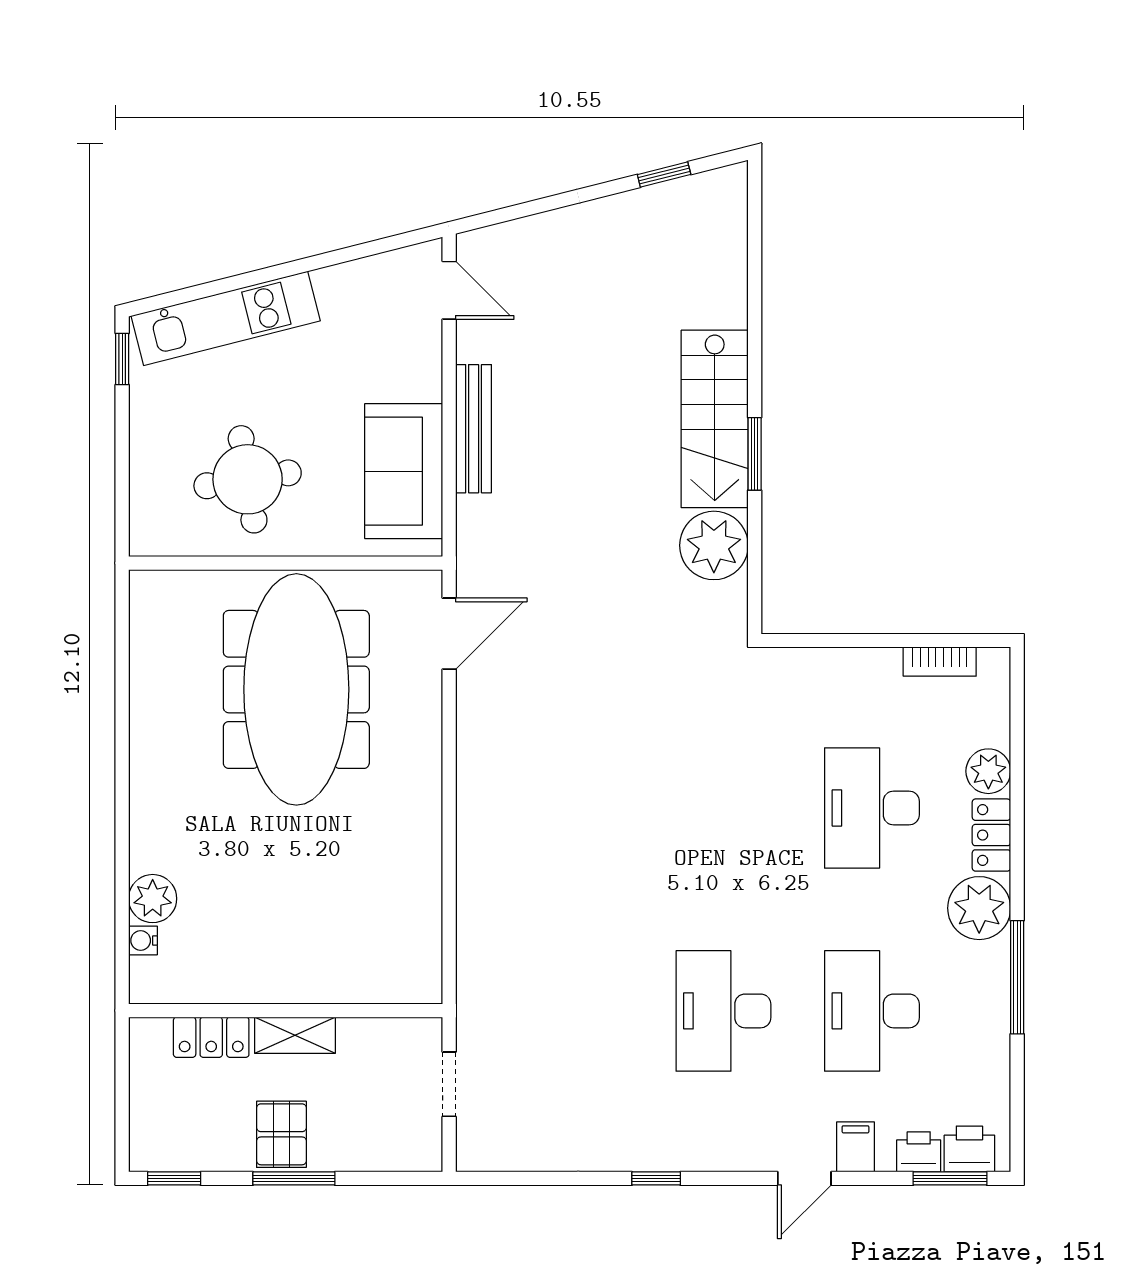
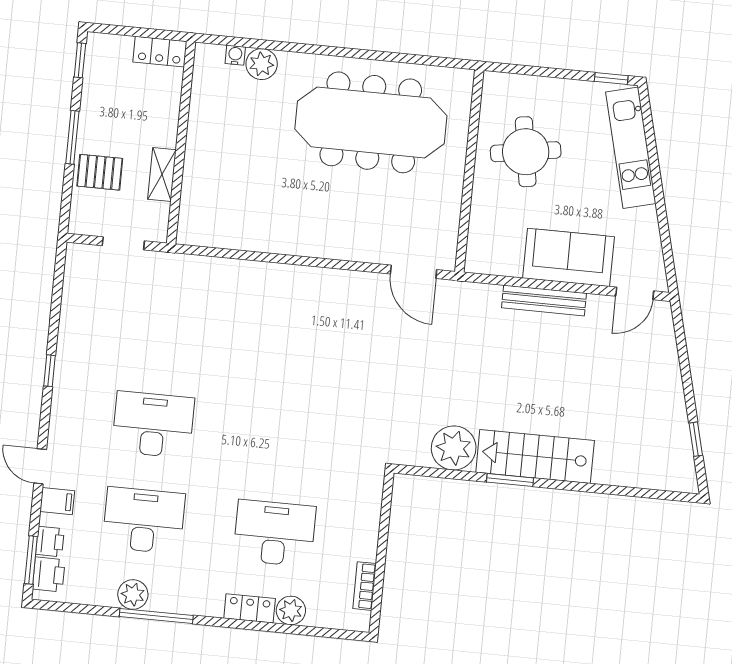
sofa: (404, 471) -> (568, 257), moved
meeting table: (296, 689) -> (371, 122), moved
plant: (979, 908) -> (133, 594), moved, width x0.73, depth x0.73
shelving: (295, 1035) -> (162, 174), moved
locker: (211, 1037) -> (160, 52), moved, turned -90
pallet: (281, 1134) -> (100, 172), moved

